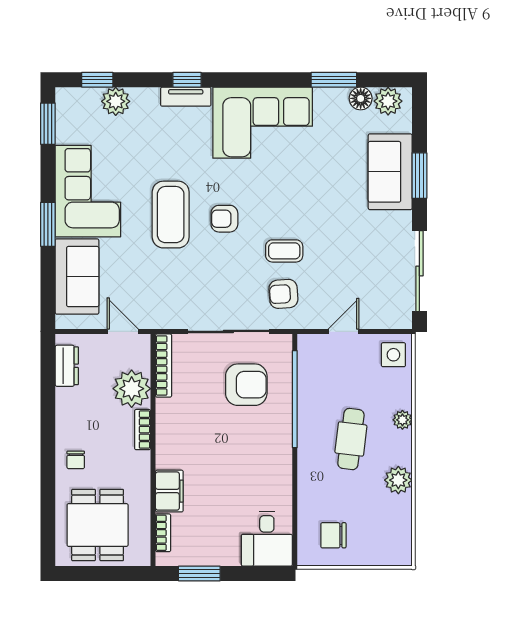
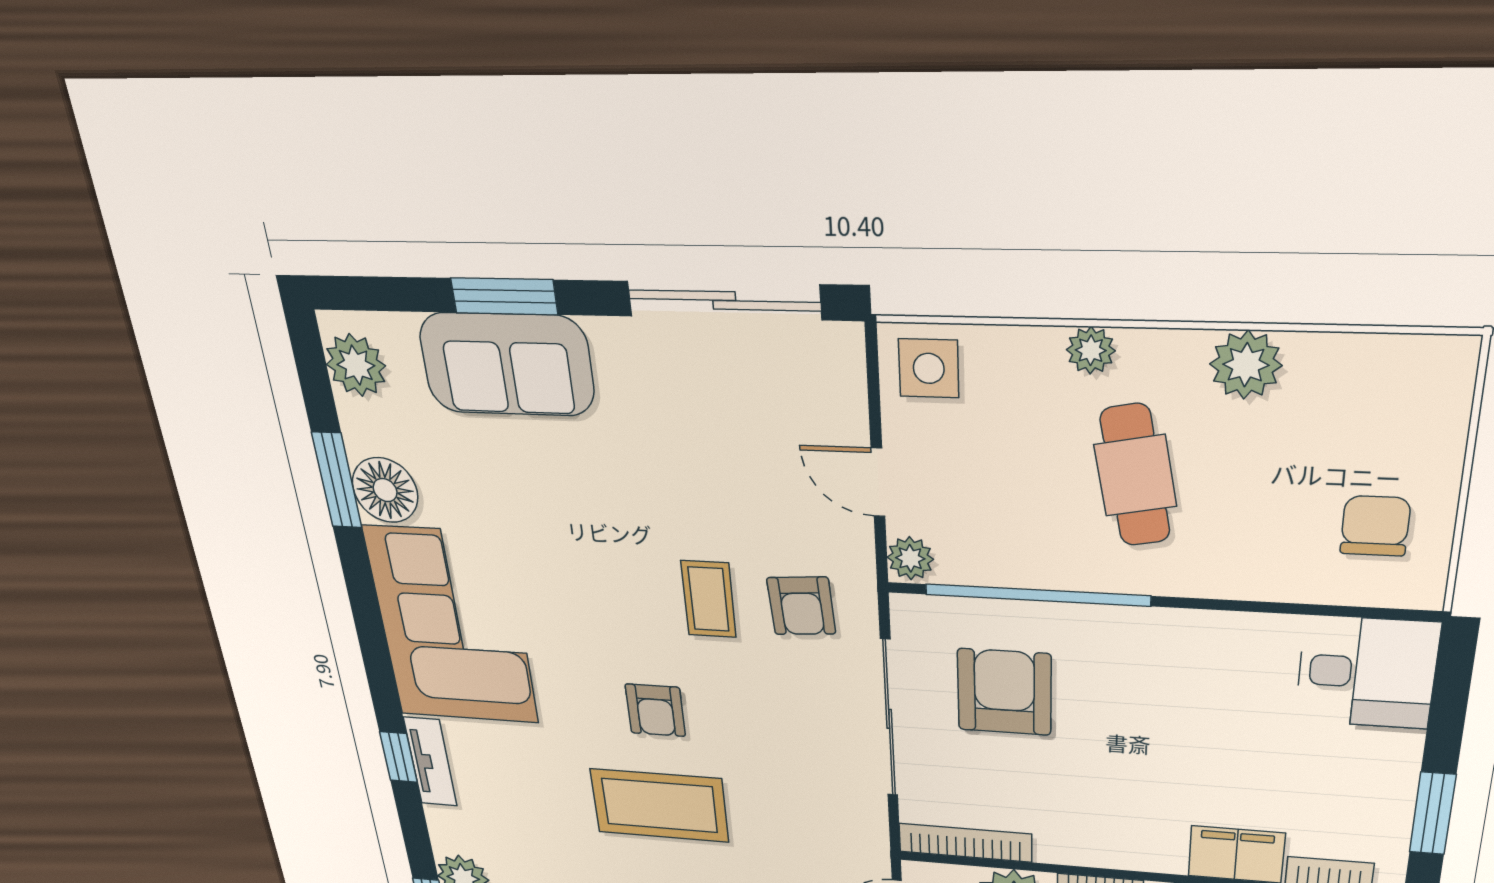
floor lamp: (361, 98) -> (385, 490), moved, width x1.38, depth x1.38
plant: (309, 344) -> (910, 558), added
cafe table: (351, 439) -> (1135, 476), turned 72
chair: (333, 535) -> (1375, 526), turned 180

